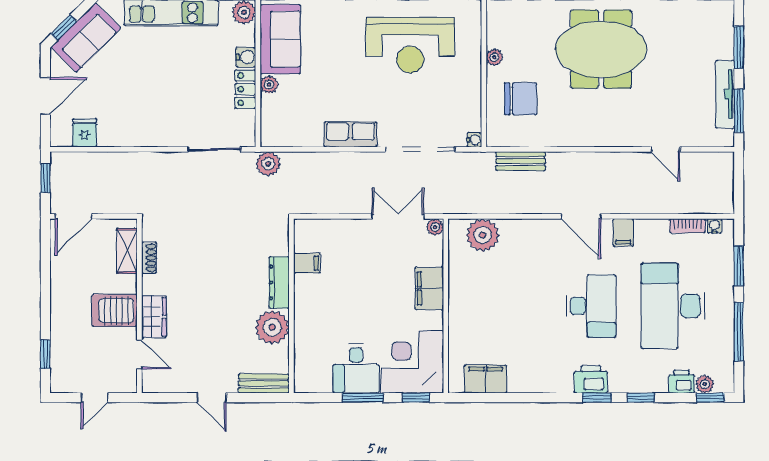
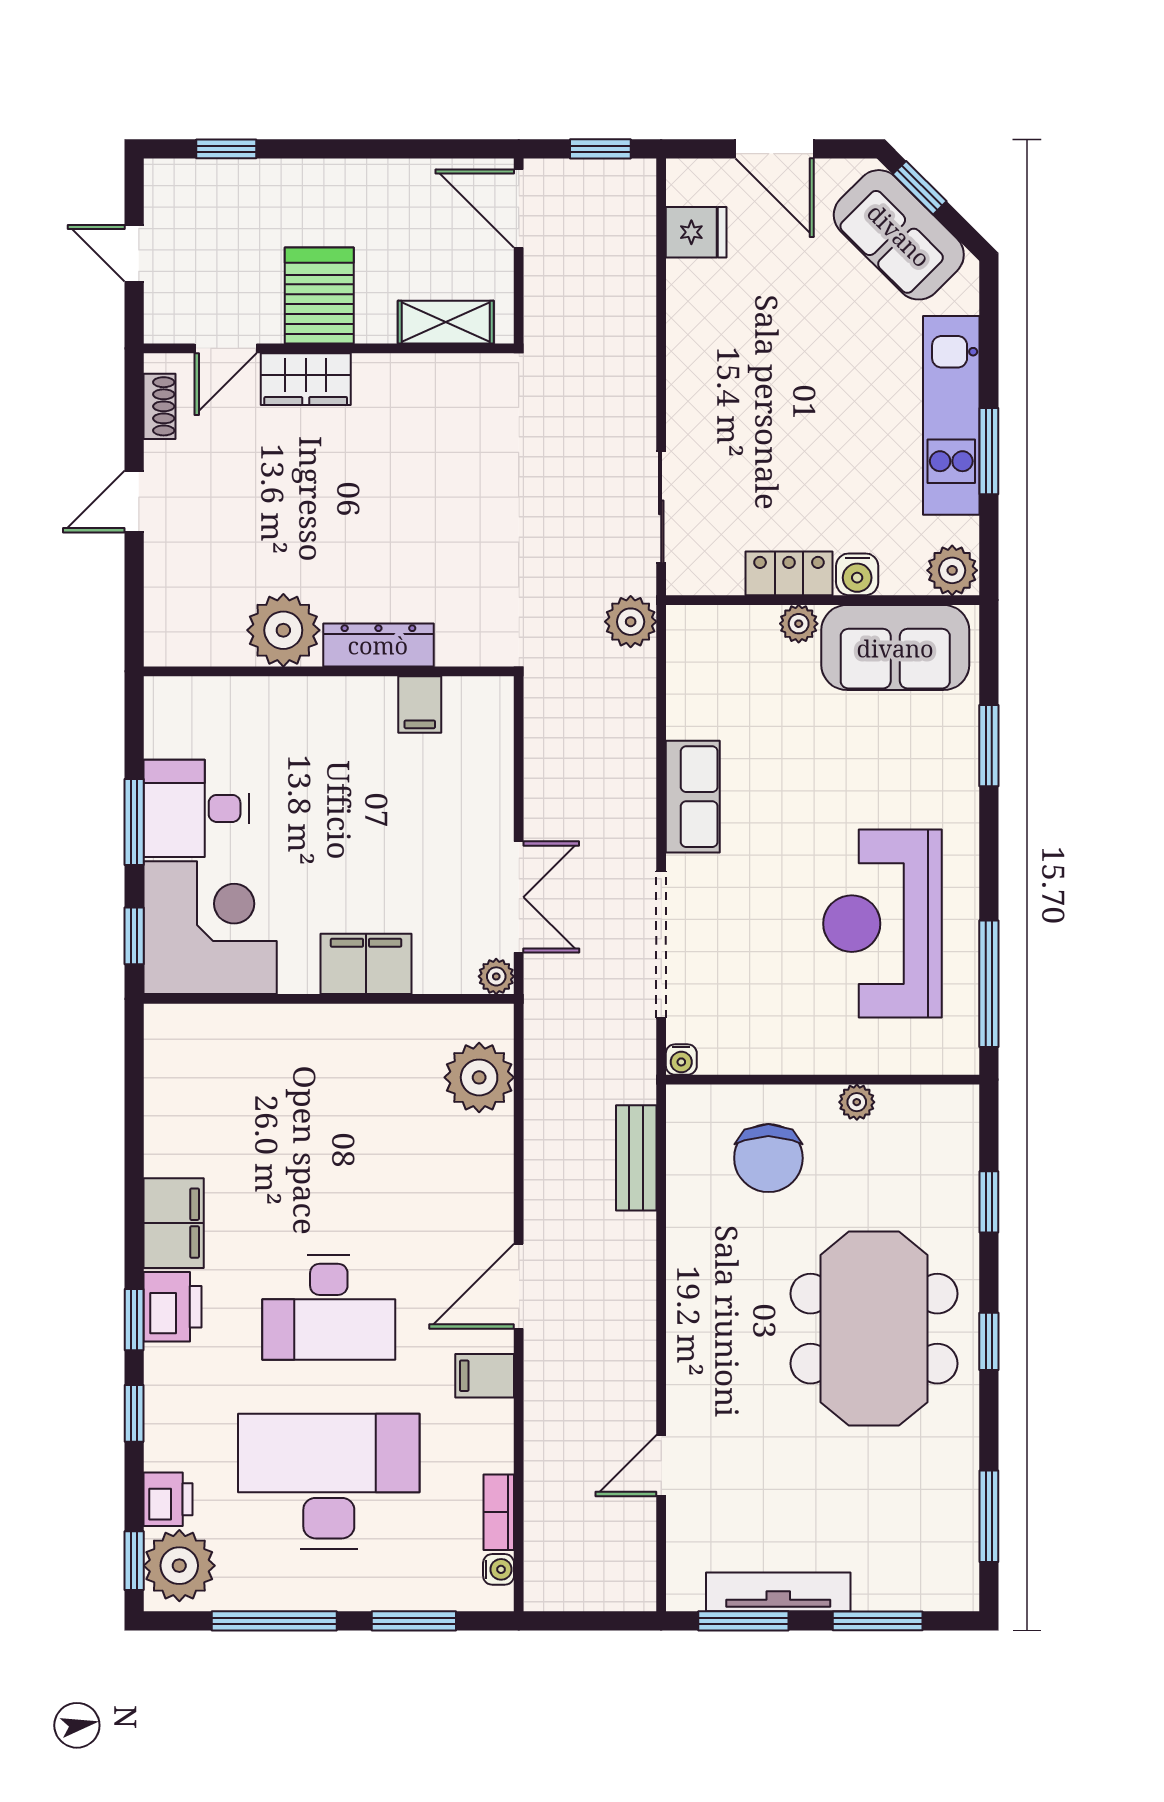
shoe rack: (149, 258) -> (159, 406), moved, turned -90
filing cabinet: (485, 379) -> (174, 1223), moved
bench: (264, 383) -> (164, 613), removed
plant: (705, 384) -> (179, 1566), width x1.88, depth x1.88

